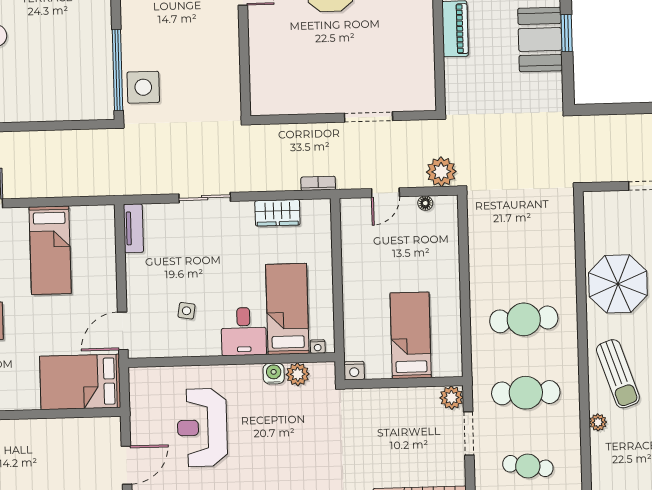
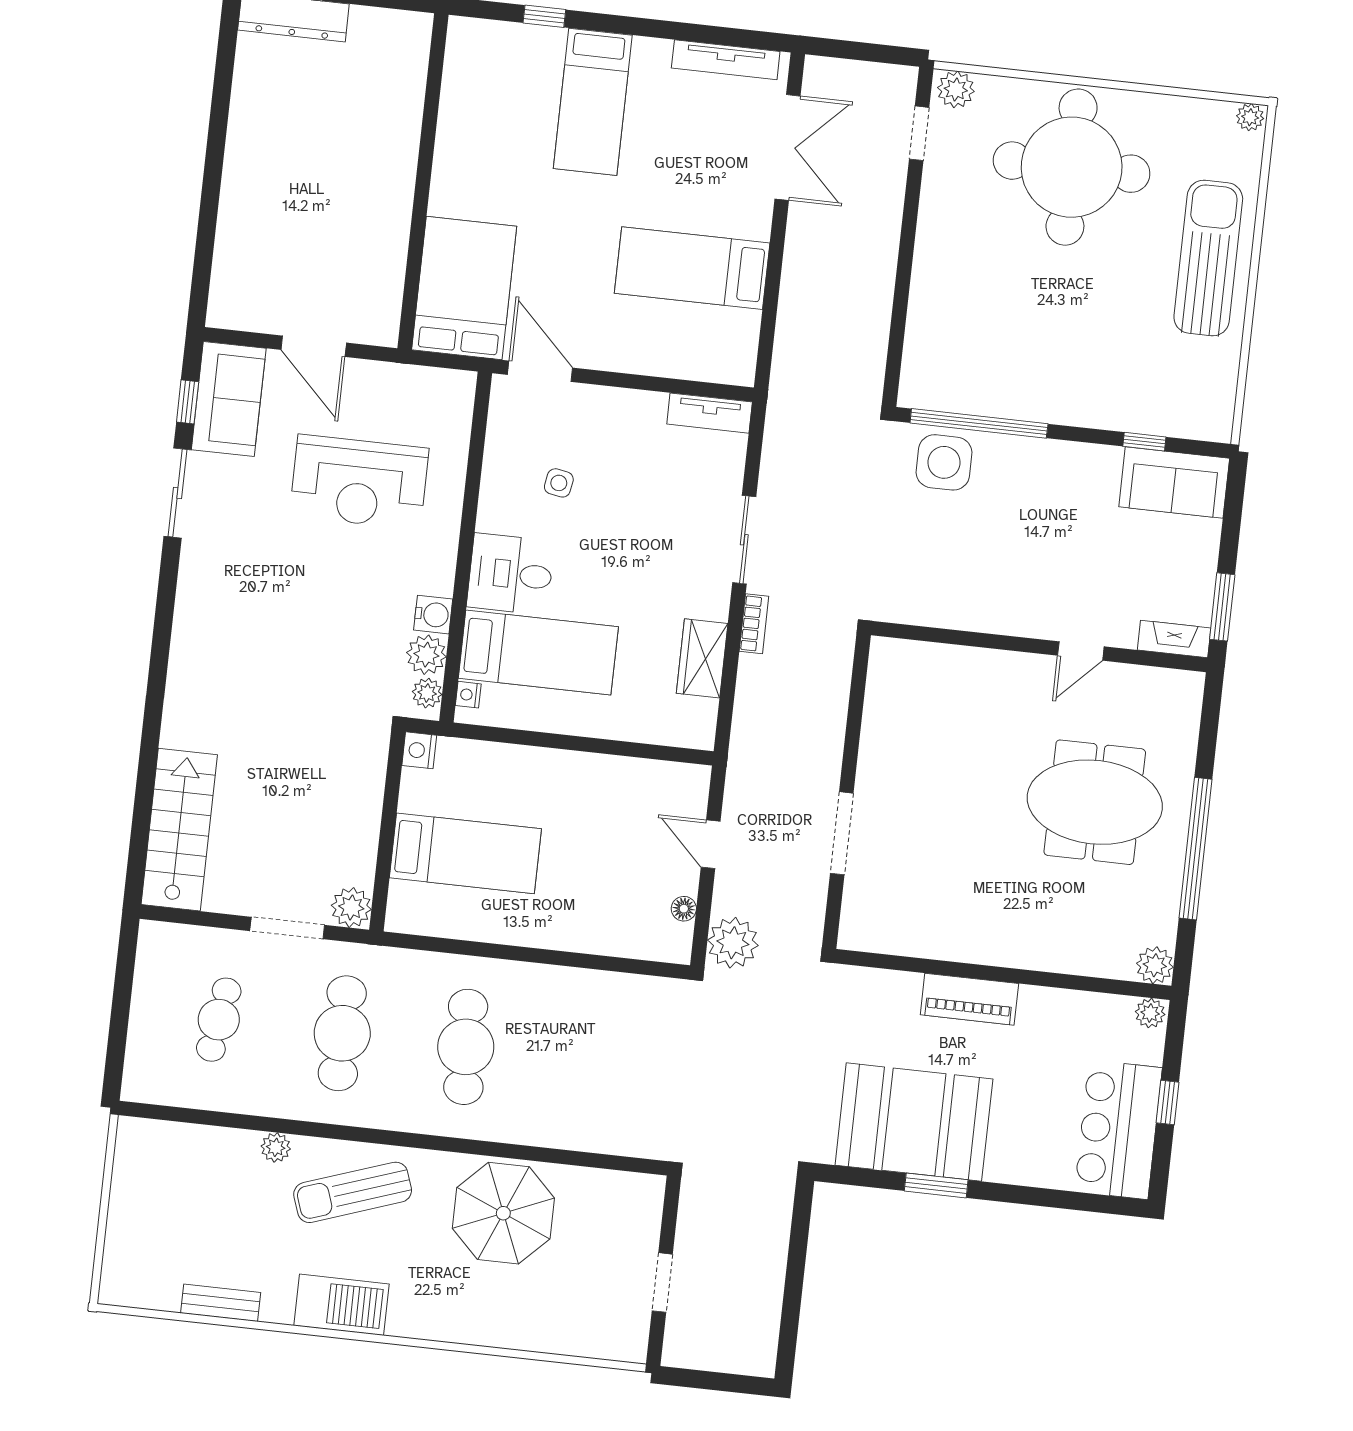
booth: (540, 39) -> (914, 1122), width x1.36, depth x1.42
bookcase: (318, 183) -> (754, 624), moved
plant: (320, 371) -> (427, 693), added
reception desk: (202, 428) -> (359, 482), turned 180

